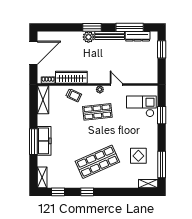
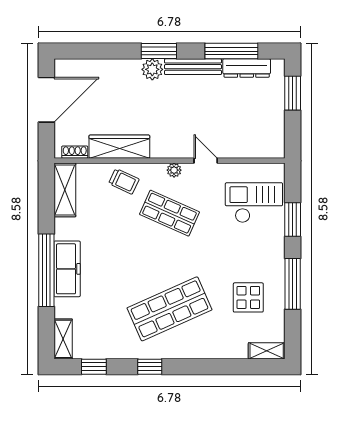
shop shelf: (97, 112) -> (169, 213), turned 30
window: (33, 142) -> (46, 270), width x1.46
window: (162, 164) -> (293, 284), moved

